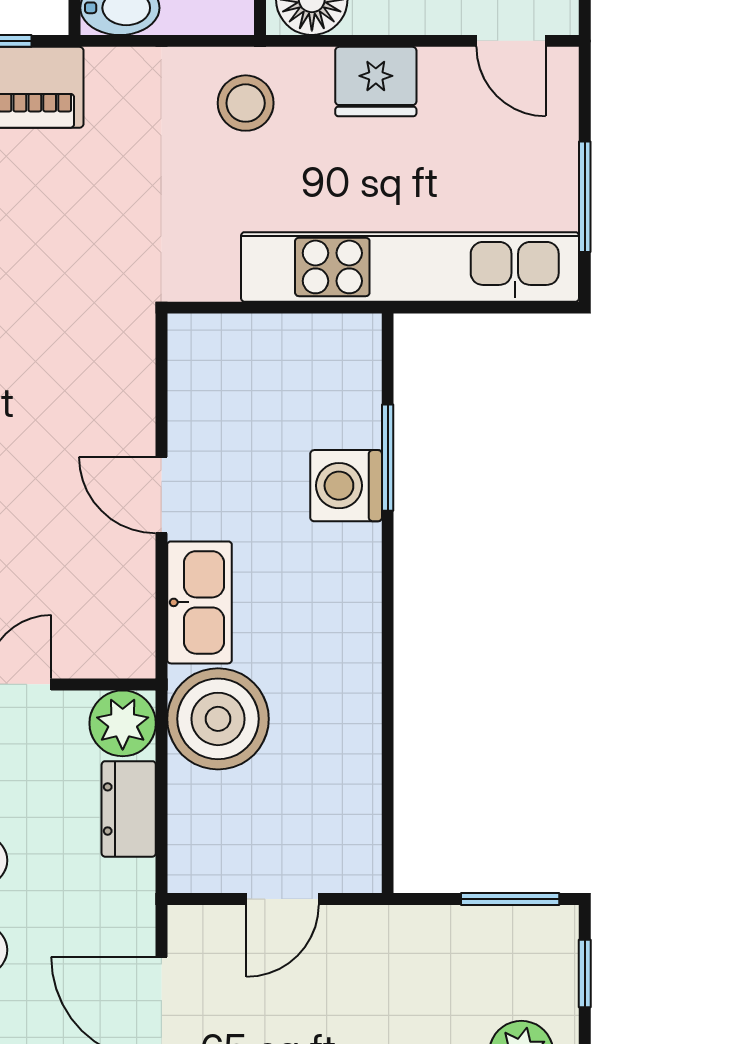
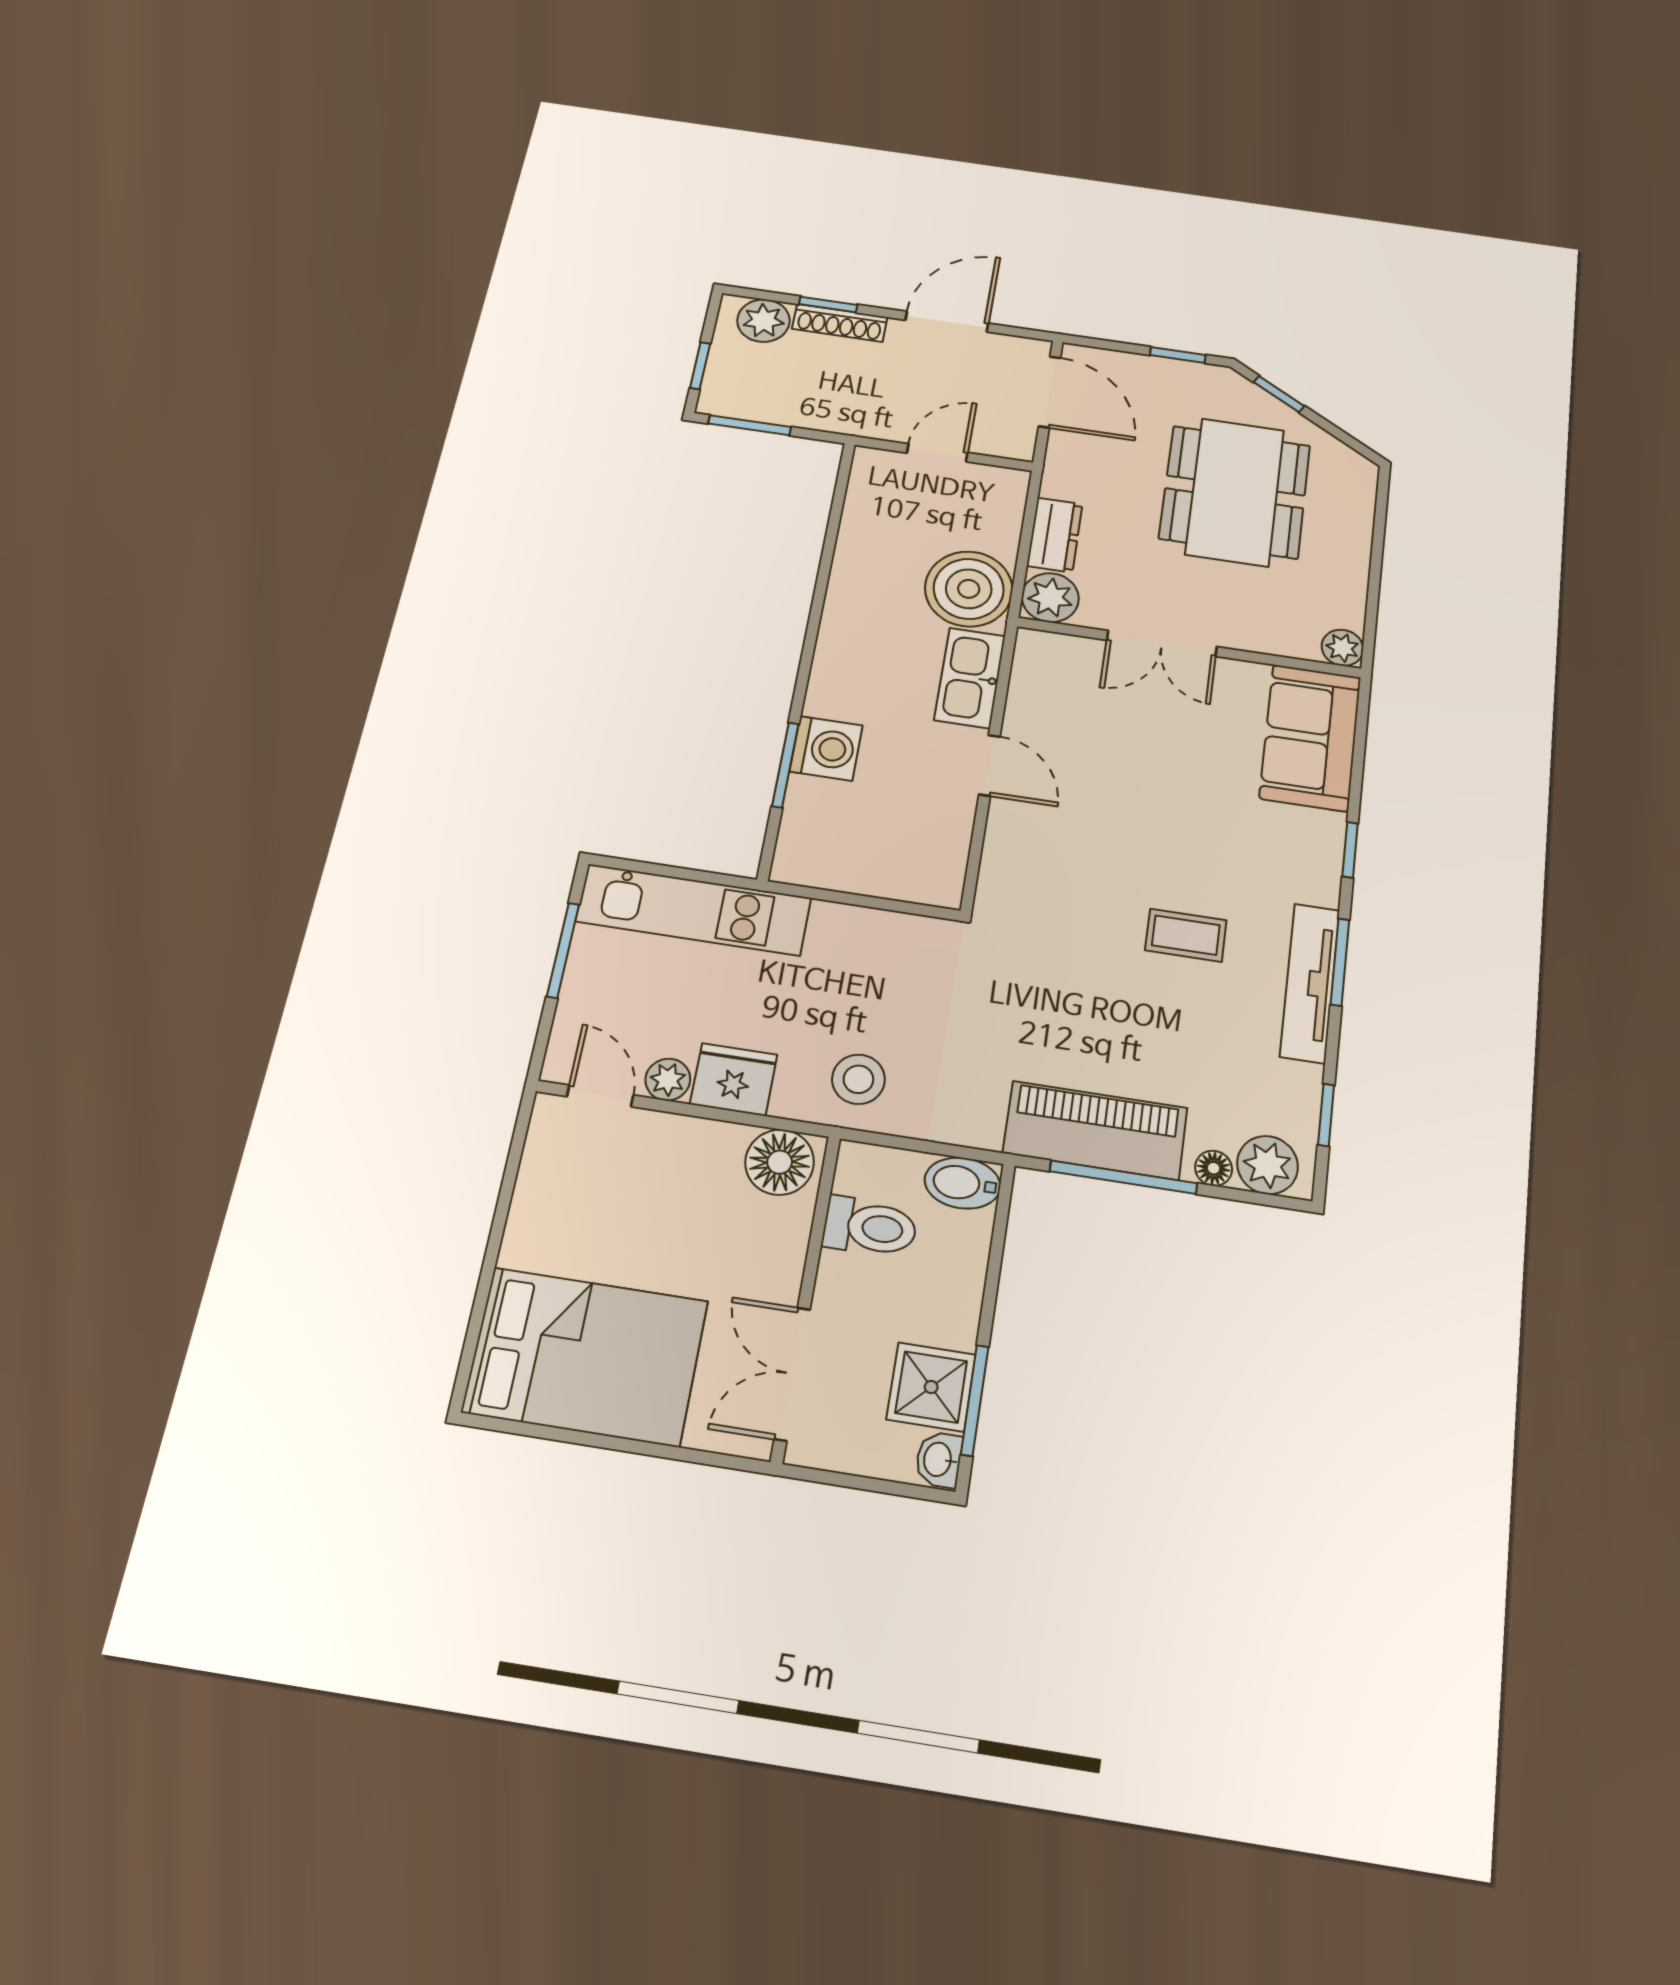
plant: (444, 70) -> (668, 1080), added
kitchen unit: (410, 267) -> (694, 910), width x0.73

